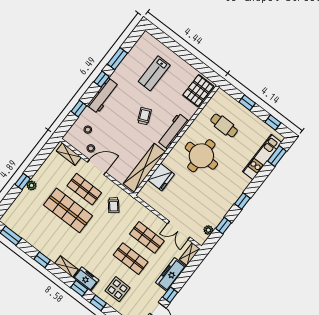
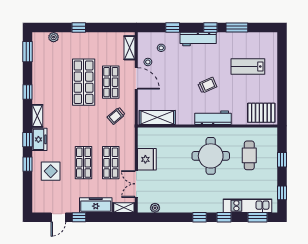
shelving: (144, 168) -> (157, 117), width x0.68
fridge: (161, 177) -> (147, 159), moved, turned -90
plant: (32, 185) -> (54, 37), moved
window: (223, 226) -> (224, 217), moved

